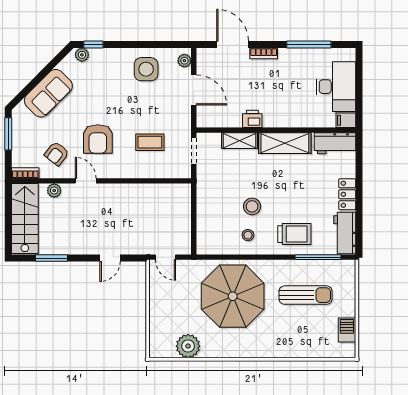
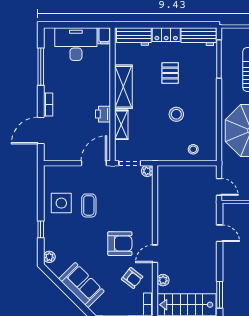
window: (93, 45) -> (41, 229), moved
plant: (184, 61) -> (147, 171), moved
door: (194, 90) -> (94, 163), moved
coffee table: (150, 142) -> (89, 205), moved
workbench: (335, 143) -> (134, 36), moved, turned 90
pallet: (301, 199) -> (170, 73), added
trolley: (294, 234) -> (200, 79), removed
stool: (248, 235) -> (193, 149), moved
door: (165, 257) -> (219, 187), hinge flipped
window: (52, 258) -> (220, 295), moved

